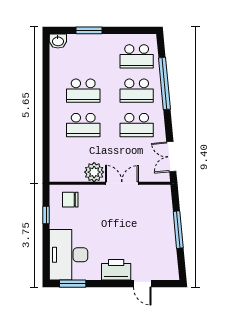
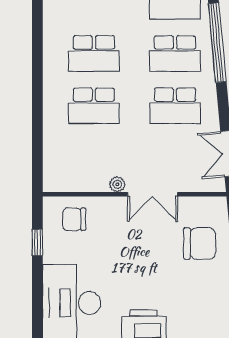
plant: (94, 172) -> (117, 184), width x0.53, depth x0.53
double door: (122, 183) -> (153, 194), swing flipped
chair: (153, 216) -> (200, 244), added

